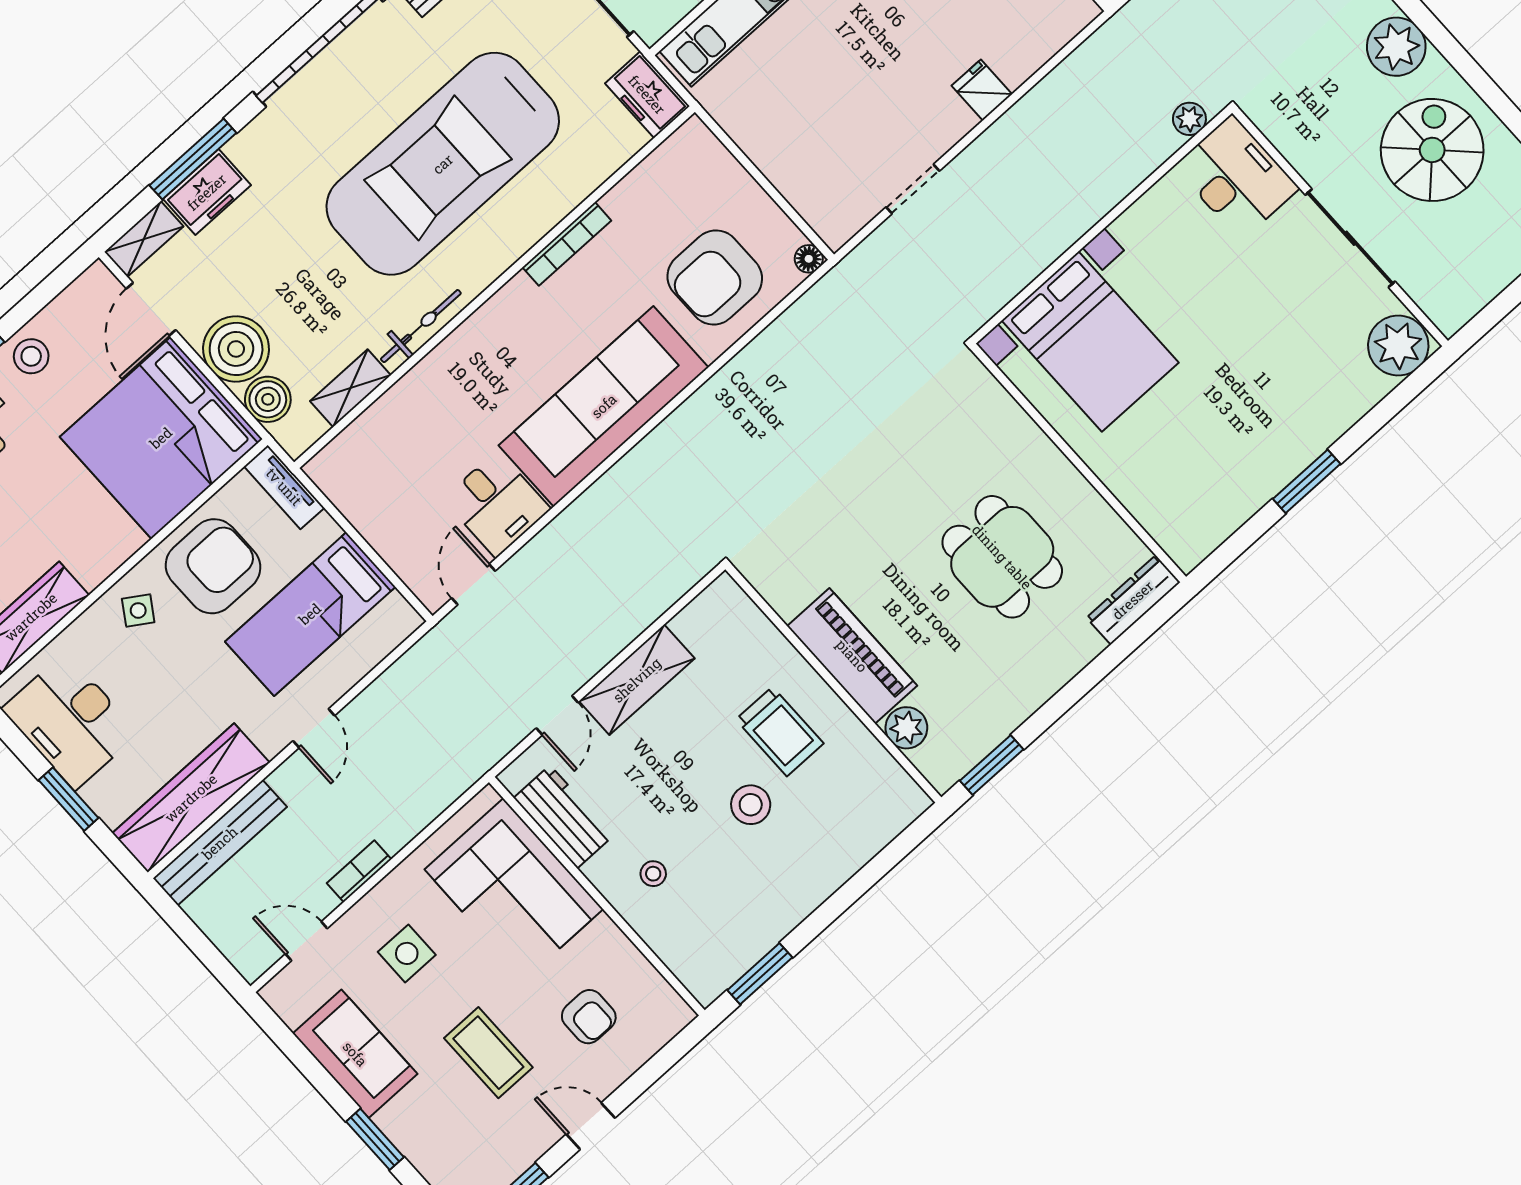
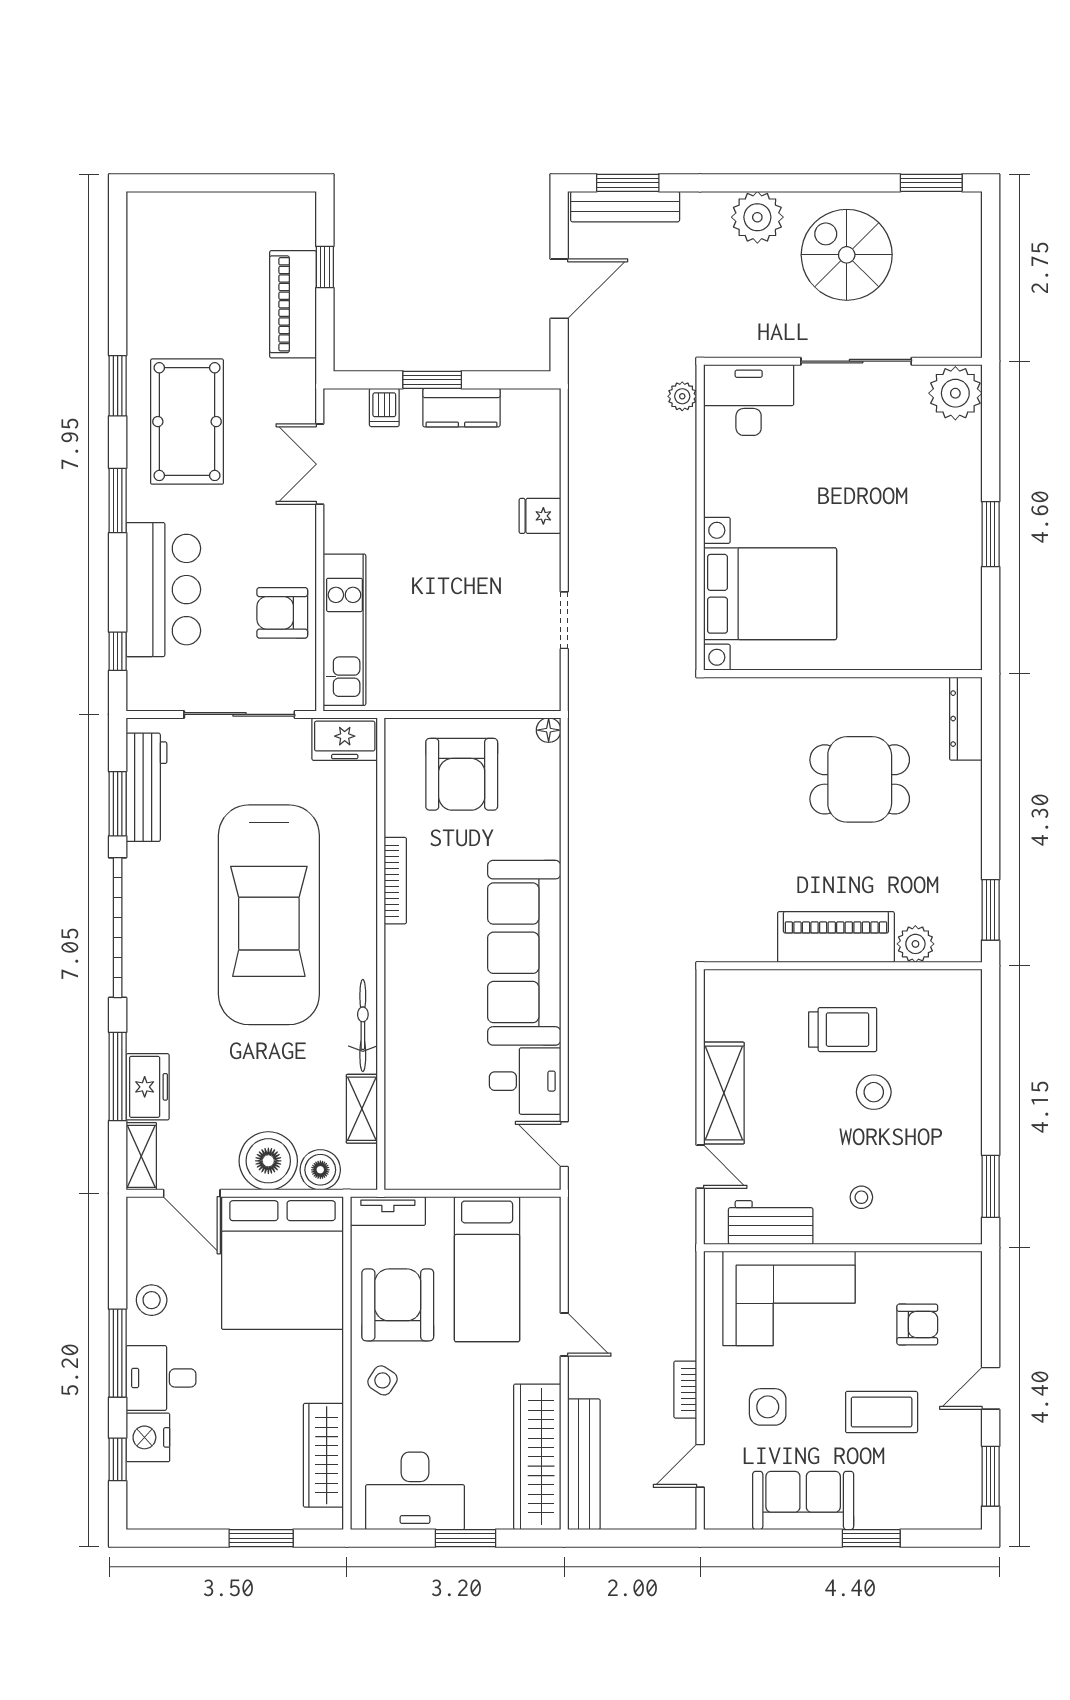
armchair: (715, 277) -> (462, 774), moved

